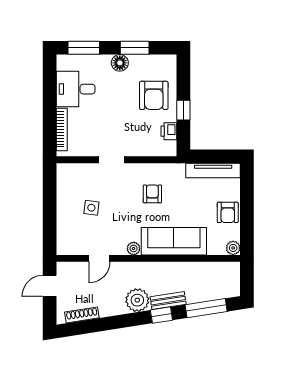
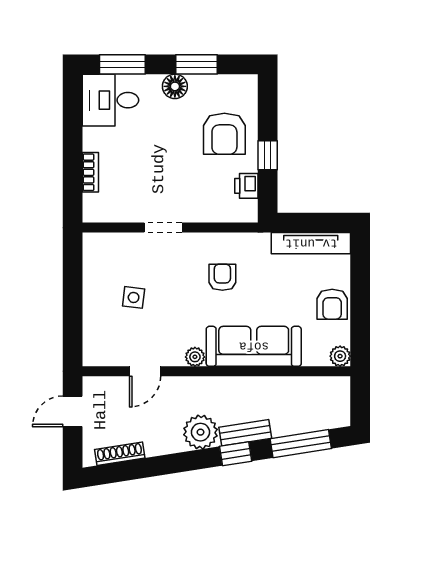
desk: (76, 89) -> (110, 100), moved
bookcase: (62, 129) -> (90, 172), width x0.64

